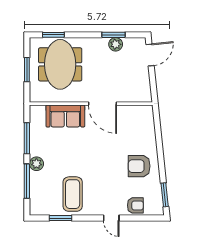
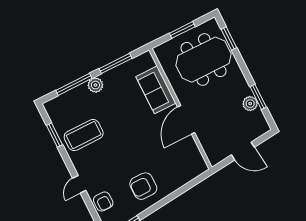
door: (150, 55) -> (243, 151), moved
armchair: (139, 166) -> (143, 186), turned -90

